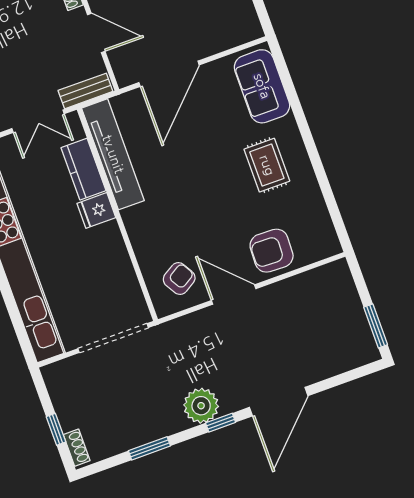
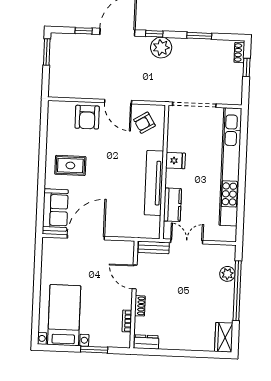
door: (169, 74) -> (86, 237), moved
tv unit: (113, 154) -> (154, 183), moved
rug: (267, 165) -> (70, 165), turned 90
fridge: (96, 210) -> (176, 161), moved
armchair: (272, 251) -> (87, 117), turned 88
window: (332, 382) -> (84, 31), added

